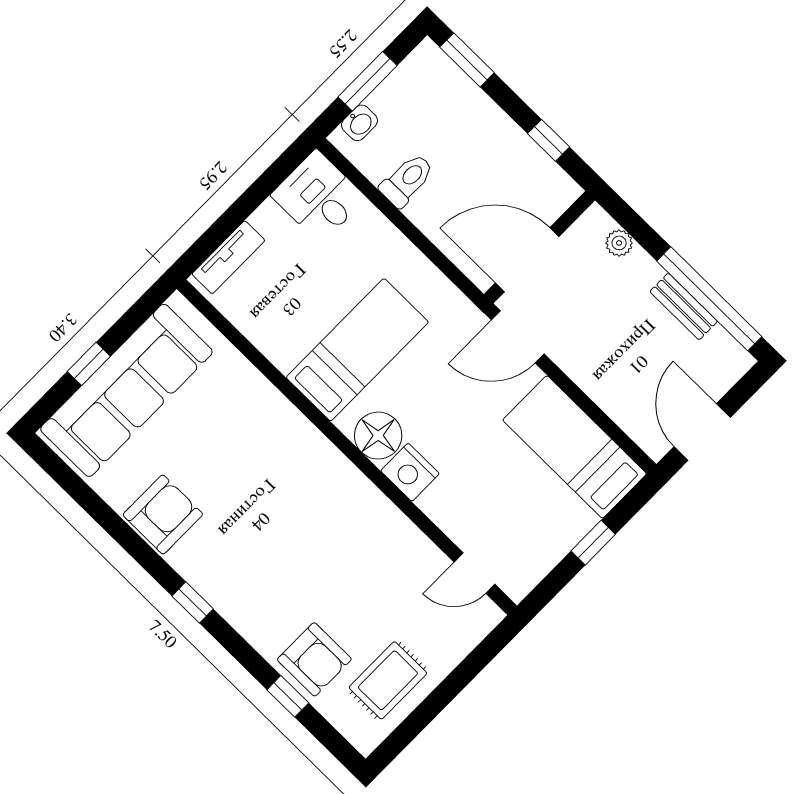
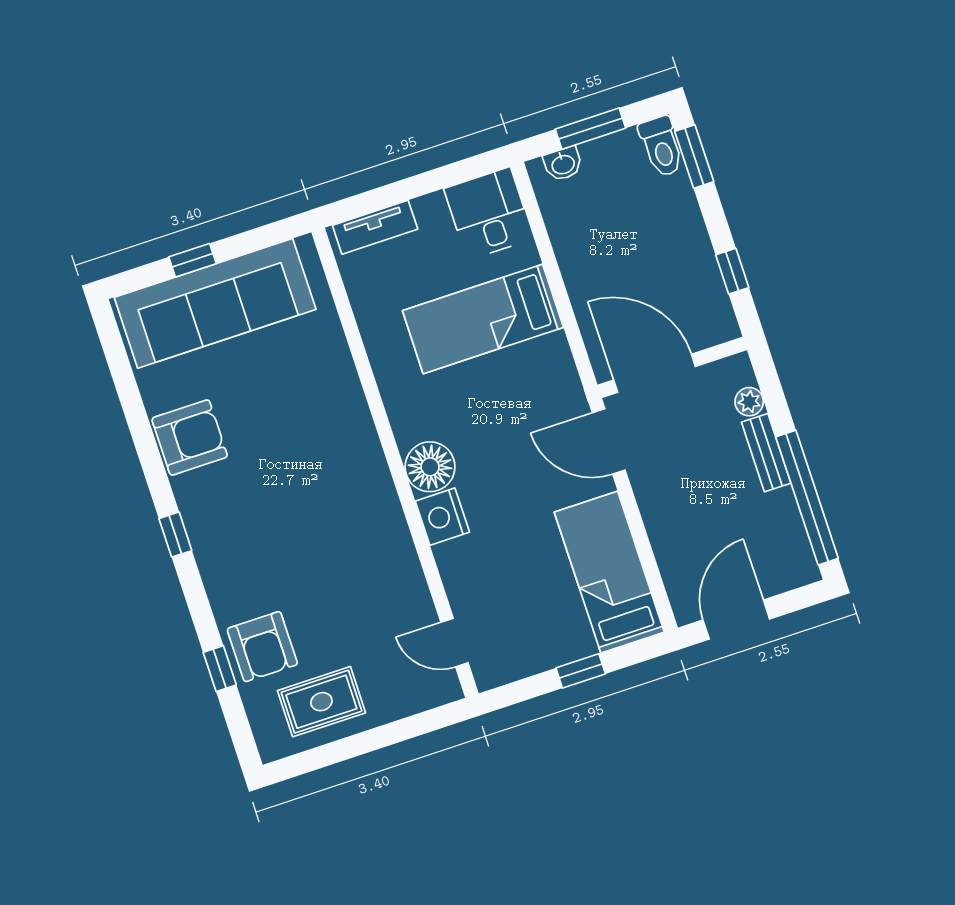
toilet: (407, 180) -> (661, 147), moved, turned 90
bench: (684, 306) -> (766, 453), moved
bed: (357, 350) -> (483, 319), moved, turned 180

